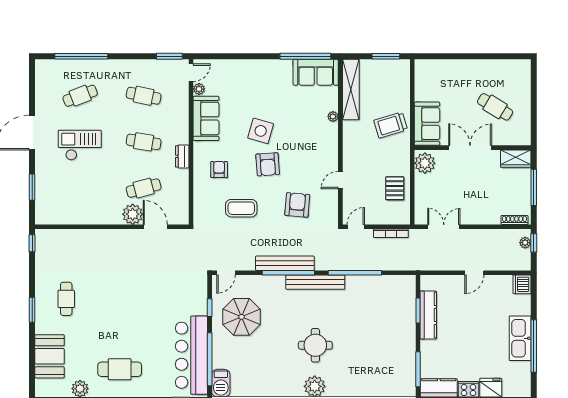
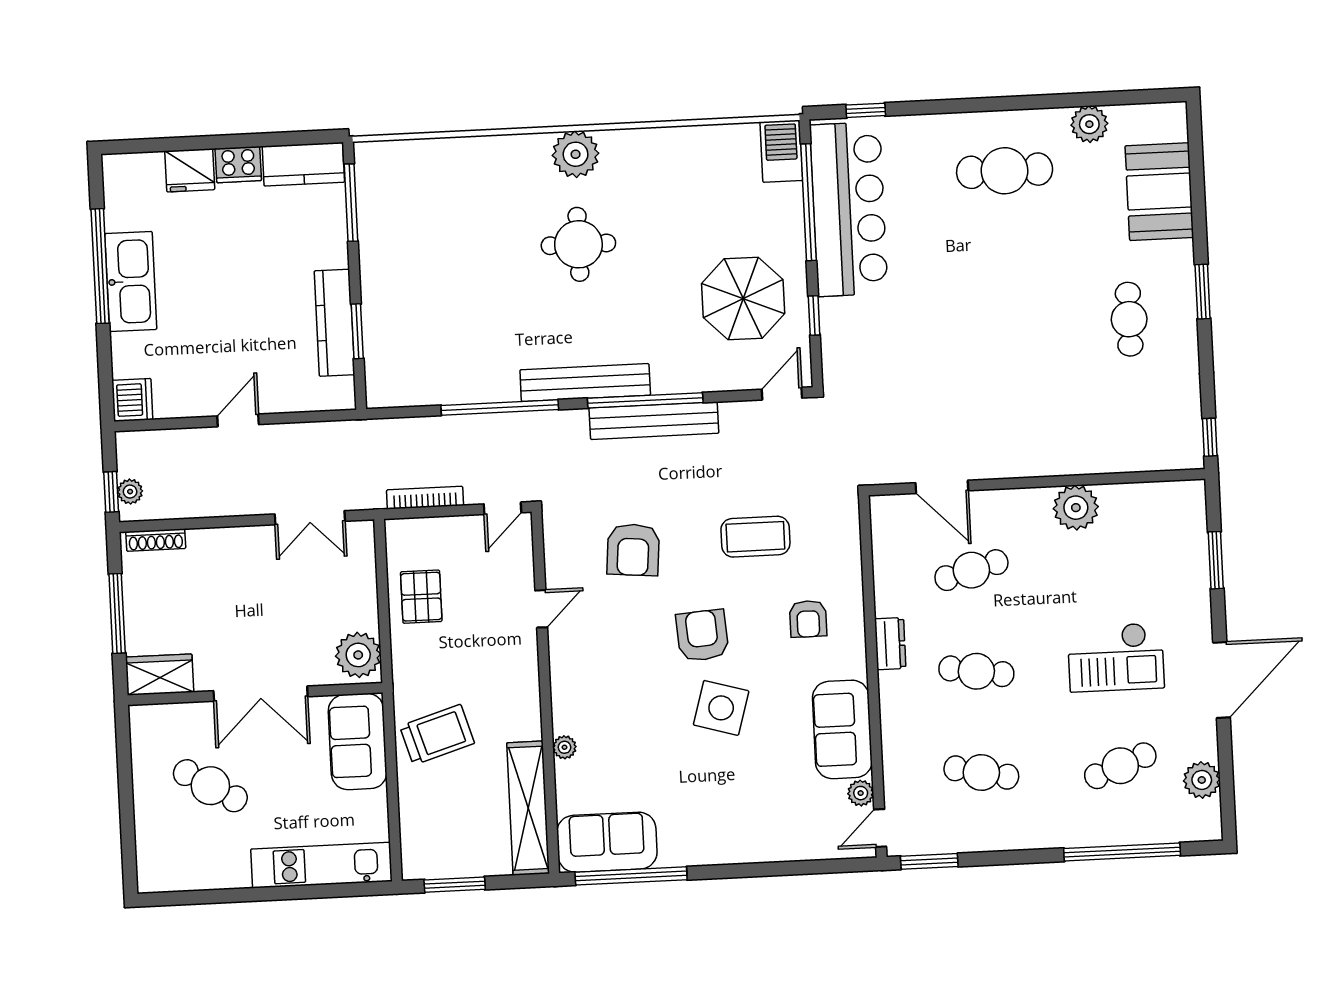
kitchen unit: (446, 68) -> (321, 865), added
plant: (43, 87) -> (1202, 780), added
plant: (133, 214) -> (1076, 508), moved

